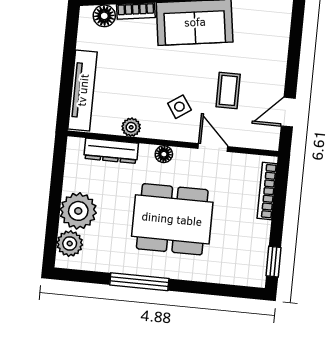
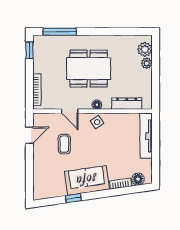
side table: (179, 107) -> (97, 122), moved
plant: (131, 127) -> (117, 118), removed
plant: (78, 211) -> (147, 63), width x0.53, depth x0.53
window: (139, 282) -> (60, 32), moved

